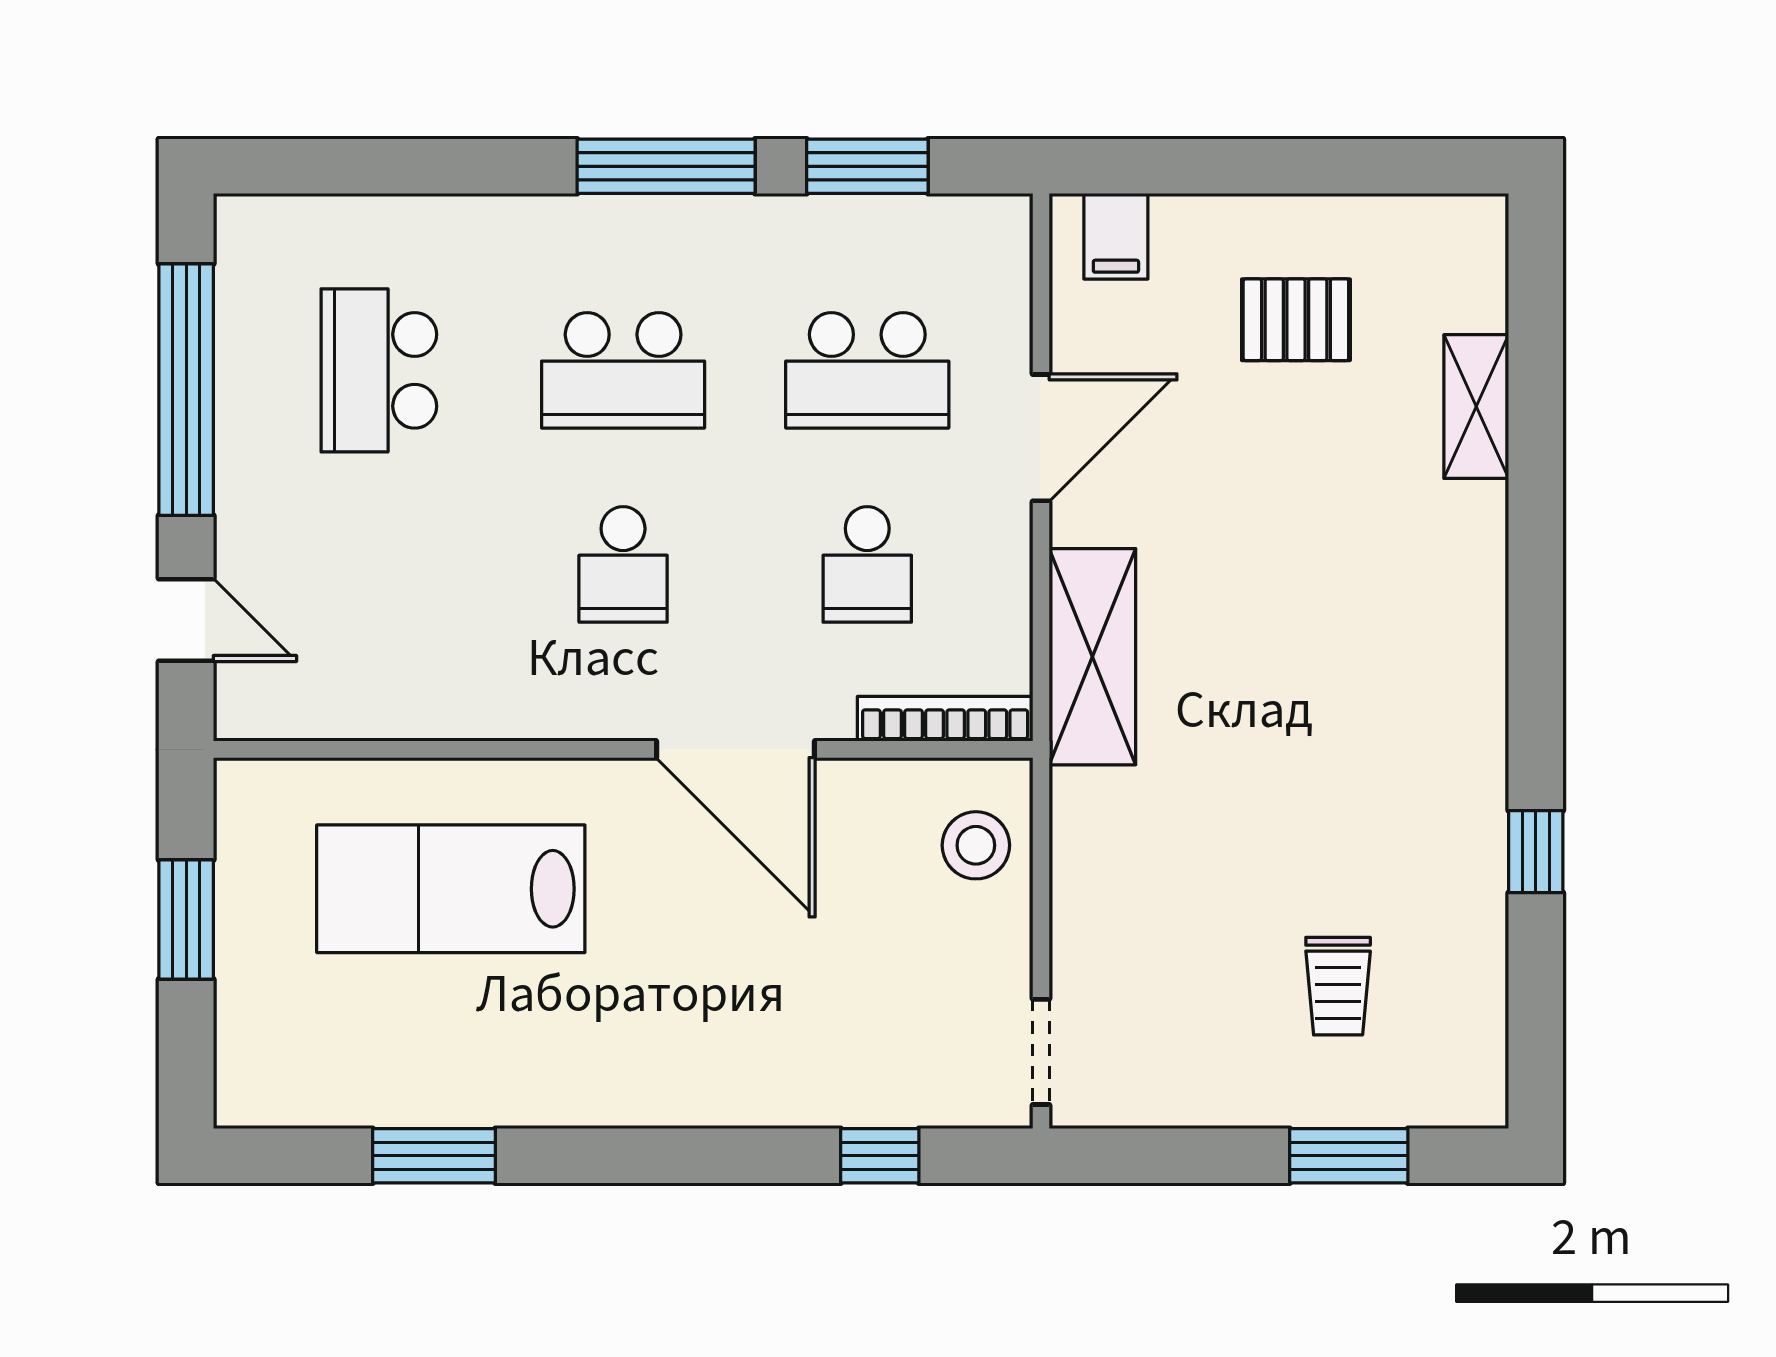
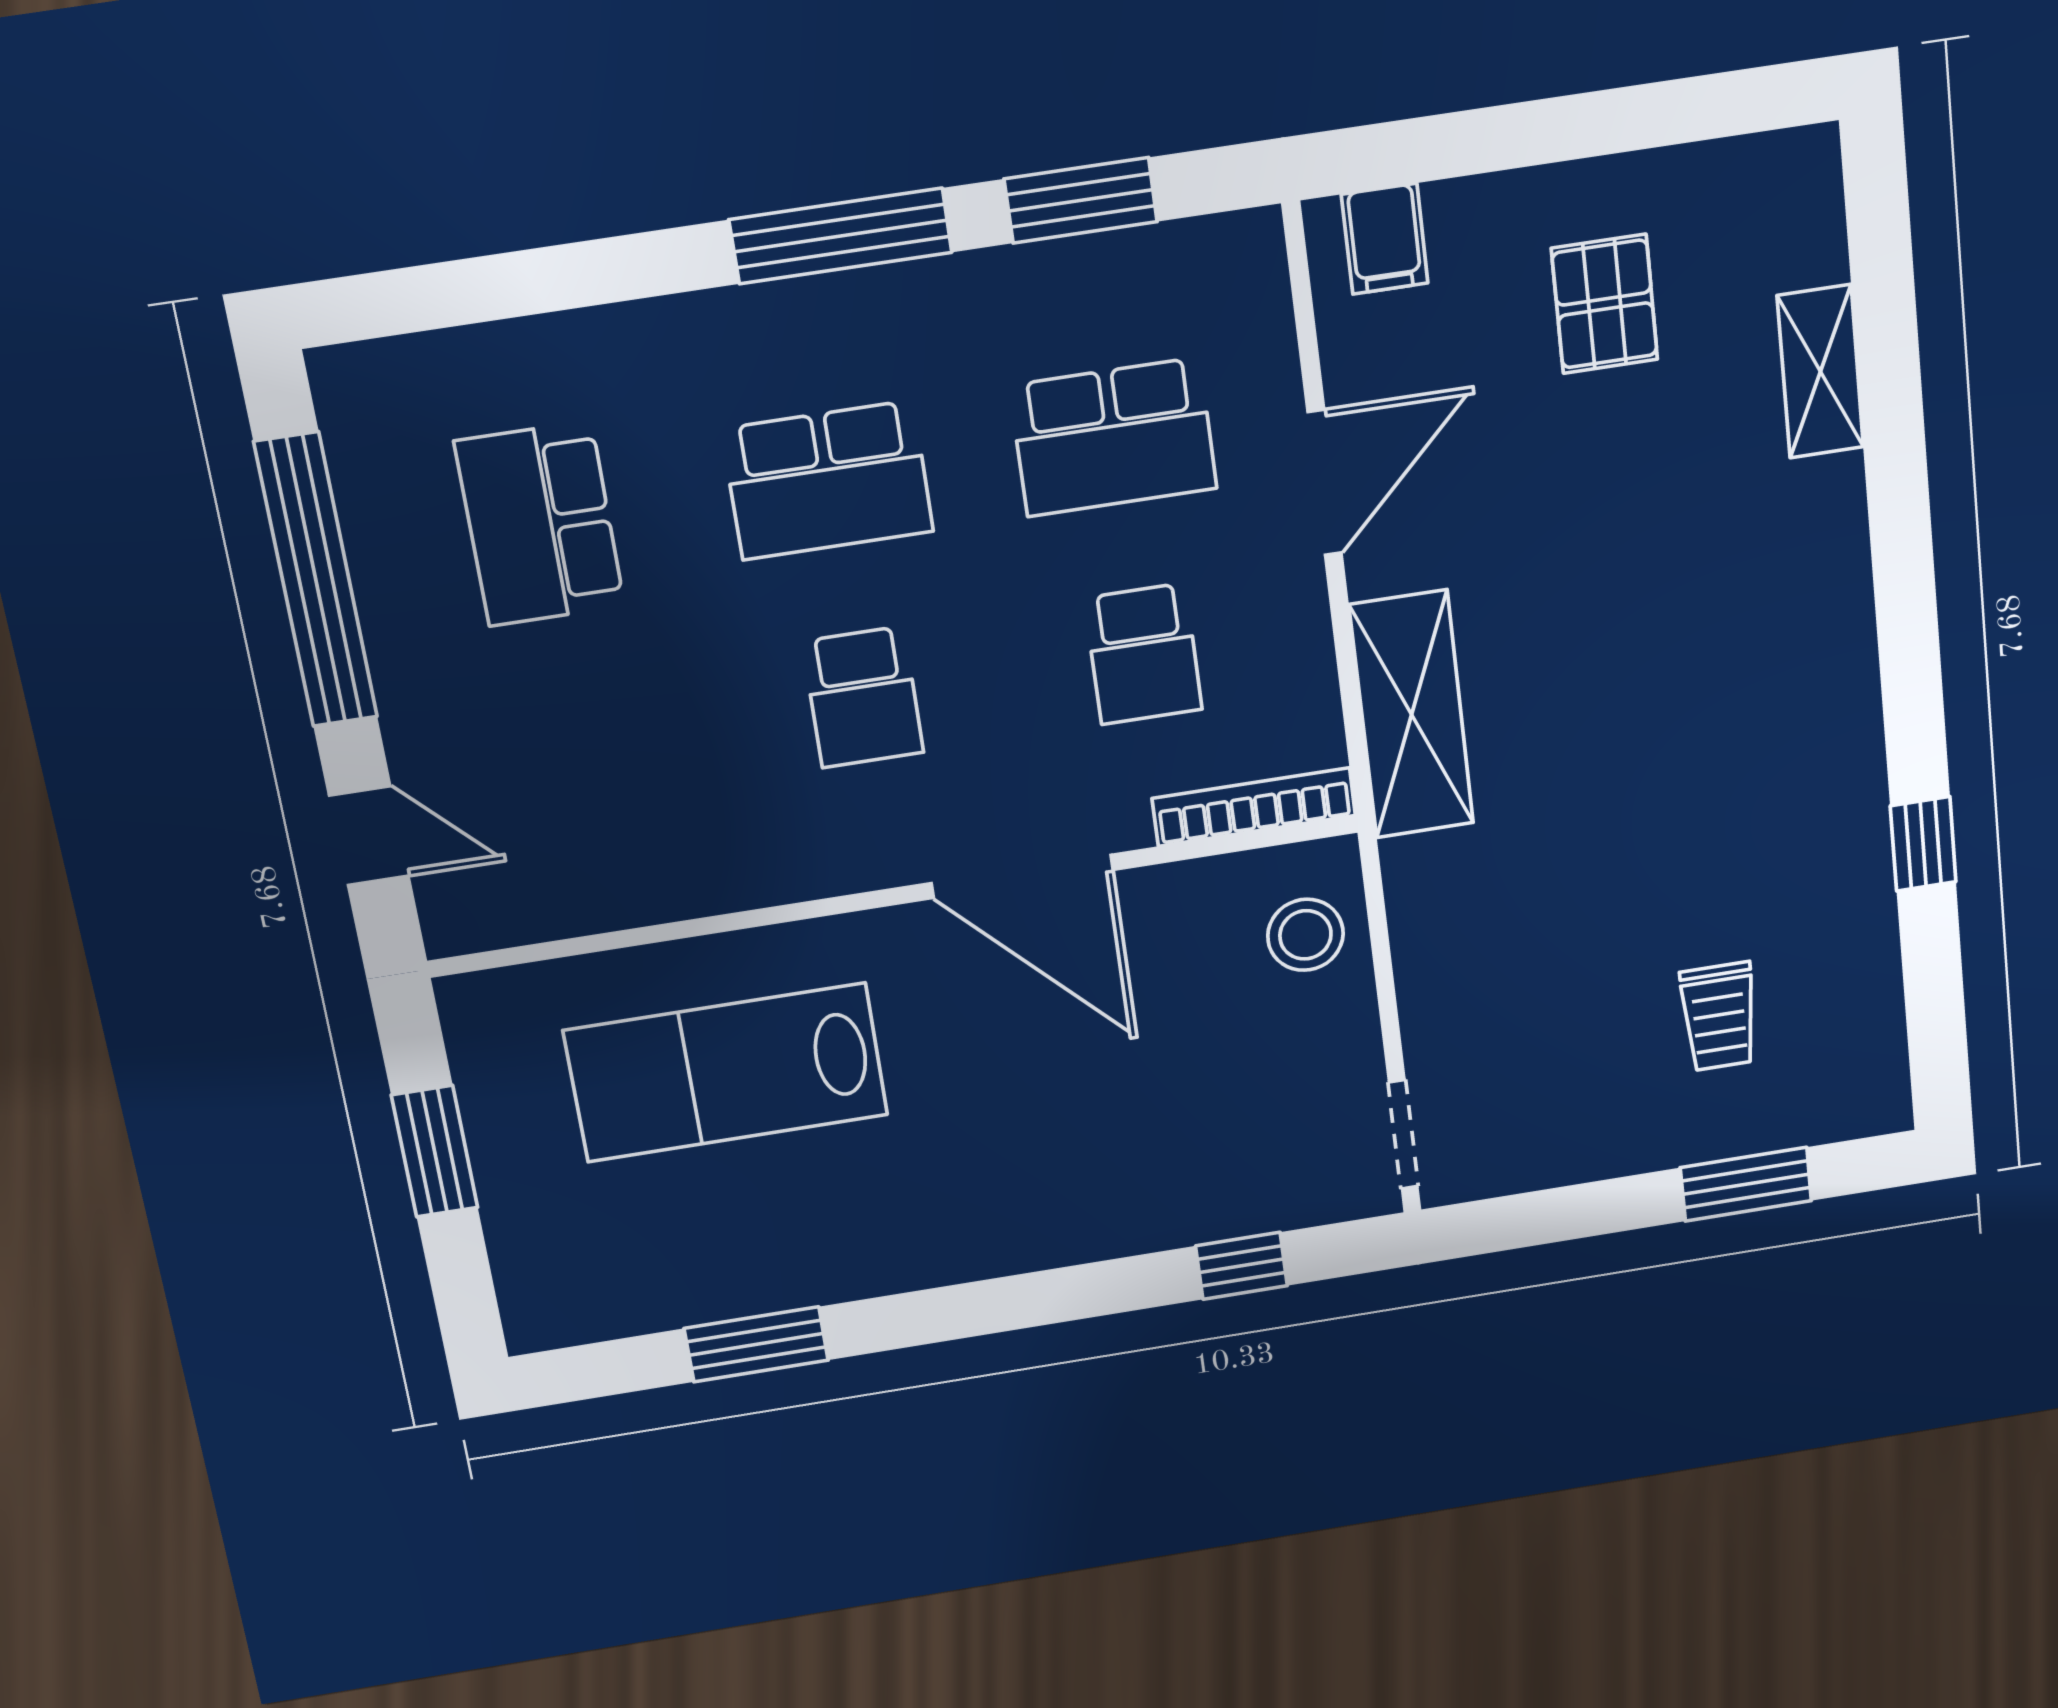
pallet: (1296, 320) -> (1605, 304), turned 90

